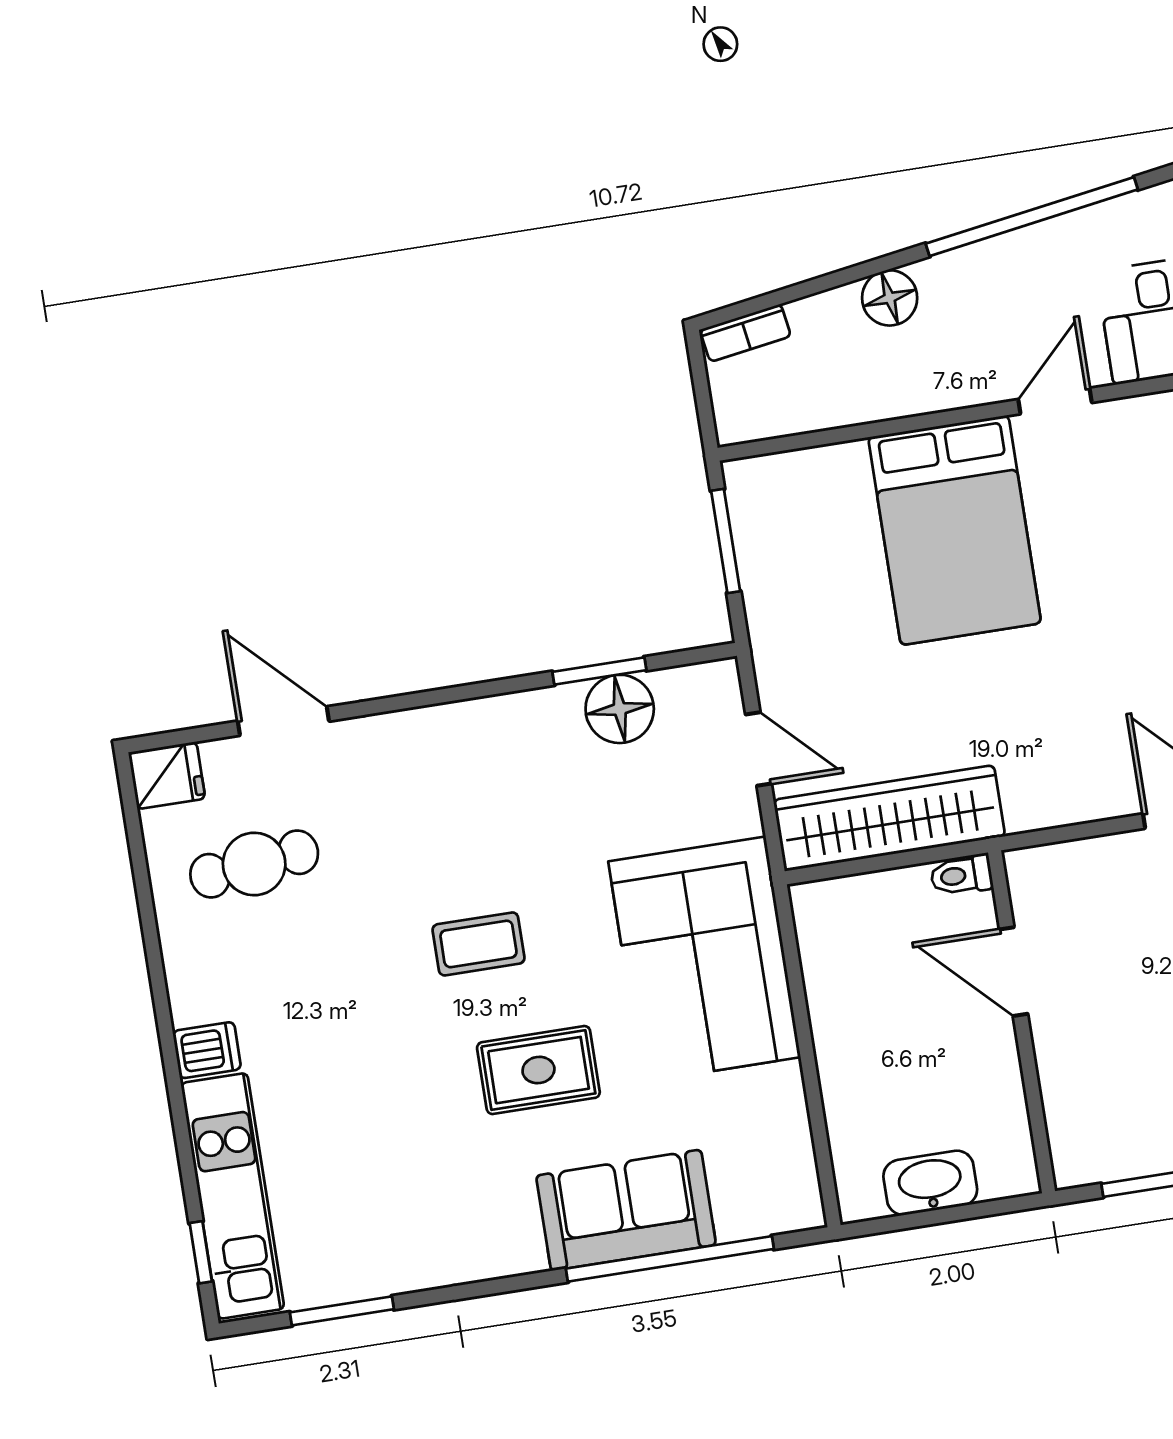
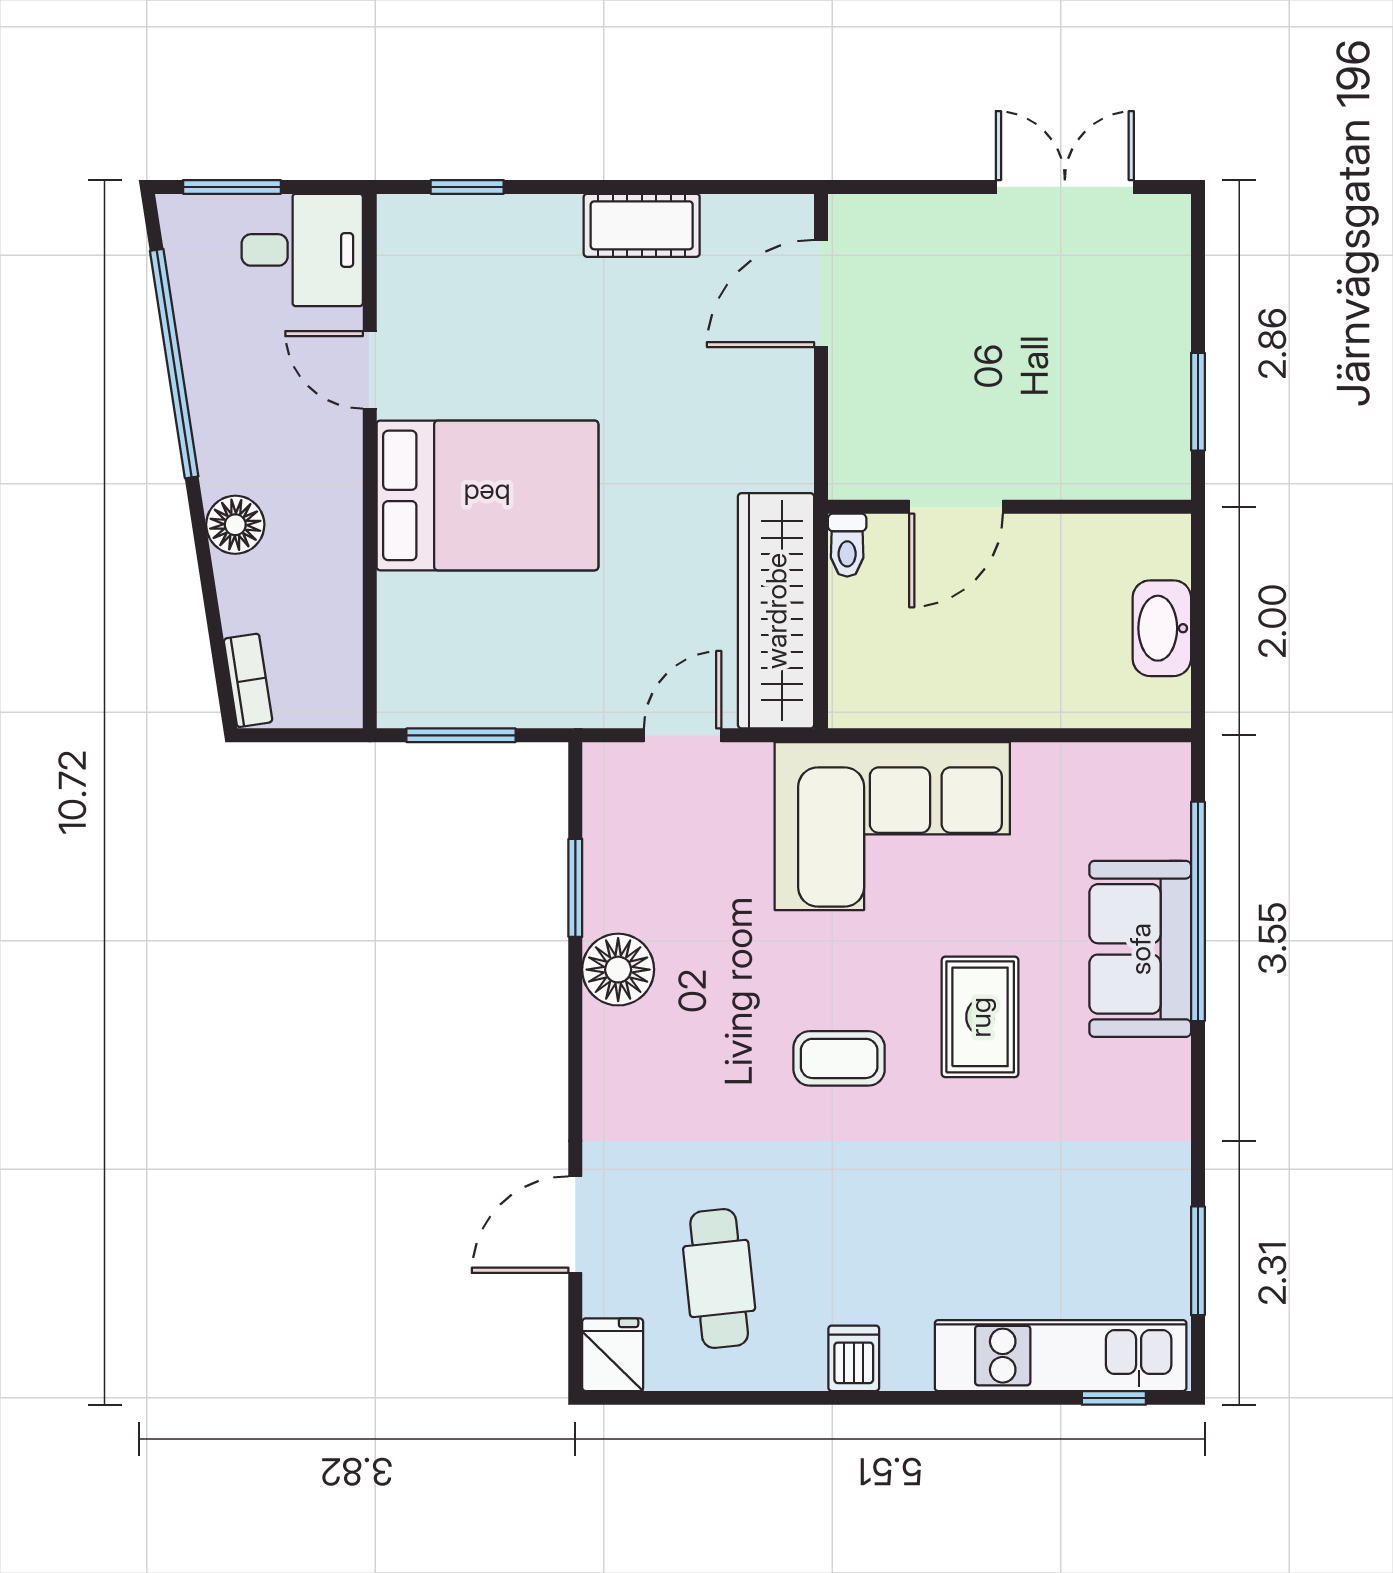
floor lamp: (620, 709) -> (618, 970), moved
coffee table: (478, 944) -> (839, 1058), turned 90
dishwasher: (207, 1050) -> (854, 1358), moved

